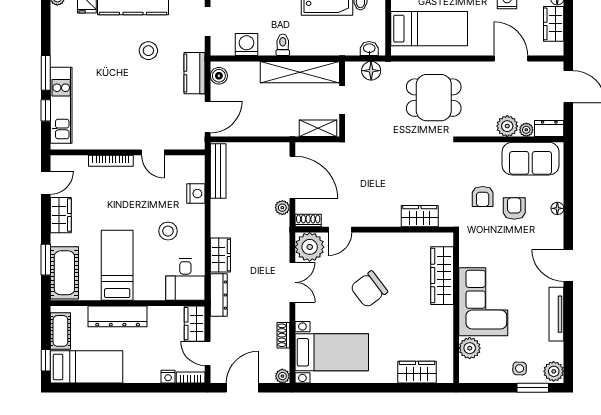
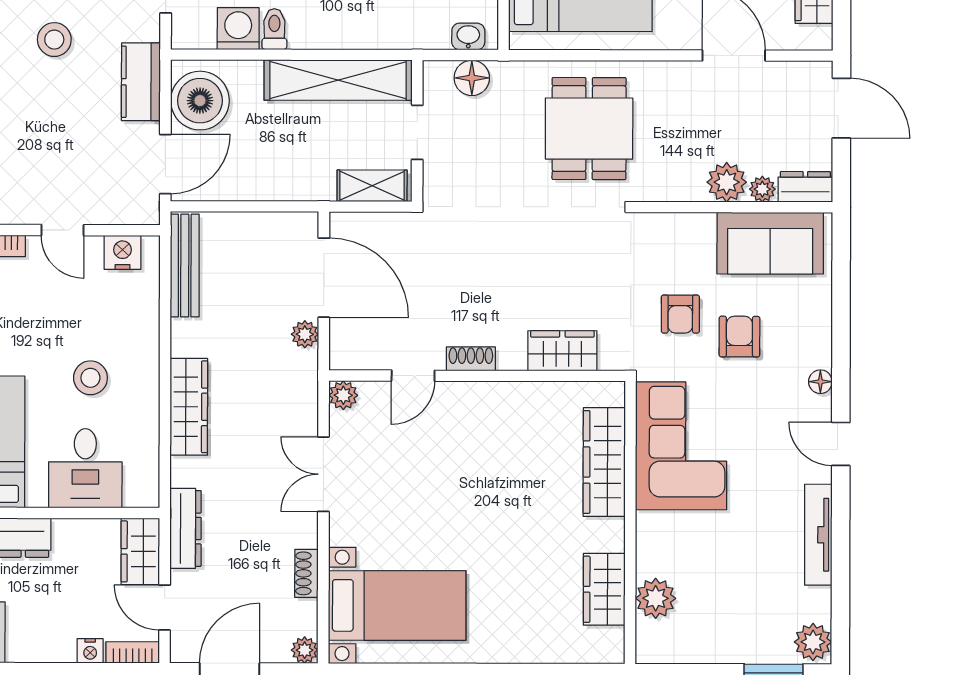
toilet: (283, 45) -> (274, 29), moved
boiler: (219, 76) -> (200, 101), width x1.86, depth x1.86
dining table: (434, 98) -> (589, 129), turned 90
nightstand: (196, 194) -> (123, 252), moved, turned -90
floor lamp: (557, 208) -> (820, 382), moved
shoe rack: (308, 221) -> (471, 359), moved
plant: (310, 247) -> (343, 395), width x0.53, depth x0.53
wardrobe: (220, 255) -> (189, 407), width x1.50
door: (568, 266) -> (841, 444), width x0.73
desk: (185, 279) -> (85, 468), moved
double door: (292, 282) -> (323, 474), swing flipped
chair: (369, 289) -> (467, 488), removed
dresser: (219, 295) -> (186, 528), moved
corner sofa: (483, 302) -> (681, 446), moved
side table: (520, 368) -> (749, 636), removed
wardrobe: (417, 372) -> (604, 589), moved, turned -90

